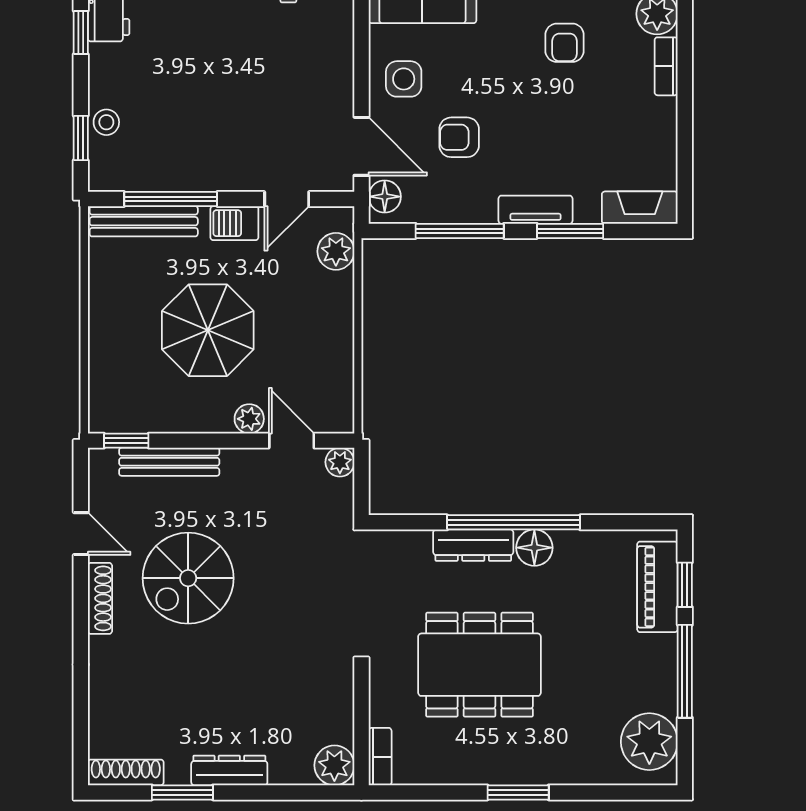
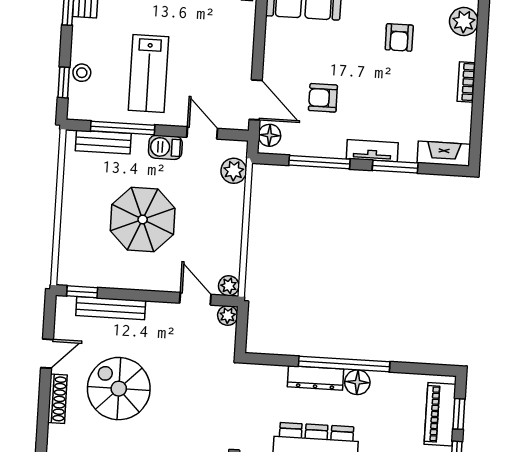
bookcase: (666, 66) -> (466, 82), moved
side table: (404, 79) -> (287, 56), removed
lab bench: (203, 117) -> (148, 73), added
door: (287, 199) -> (202, 133), swing flipped
bench: (144, 221) -> (103, 142), width x0.73
plant: (249, 419) -> (229, 286), moved
door: (81, 534) -> (47, 354), hinge flipped
spiral stairs: (188, 578) -> (119, 389), turned 90

